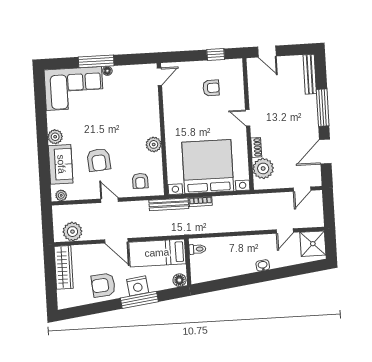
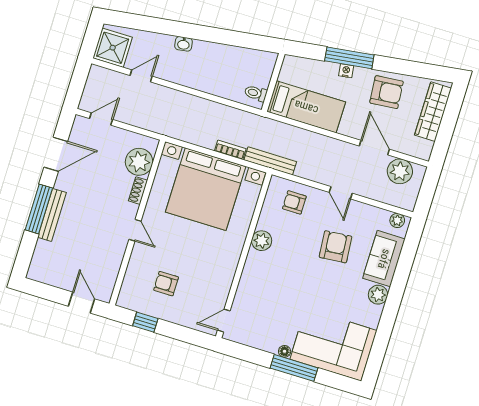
bench: (310, 74) -> (52, 215), moved
armchair: (140, 181) -> (294, 202), turned -90
door: (116, 241) -> (374, 148), moved
wardrobe: (64, 267) -> (433, 112), moved
floor lamp: (179, 280) -> (292, 64), removed
nightstand: (138, 286) -> (346, 71), width x0.53, depth x0.56

